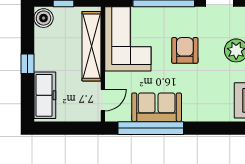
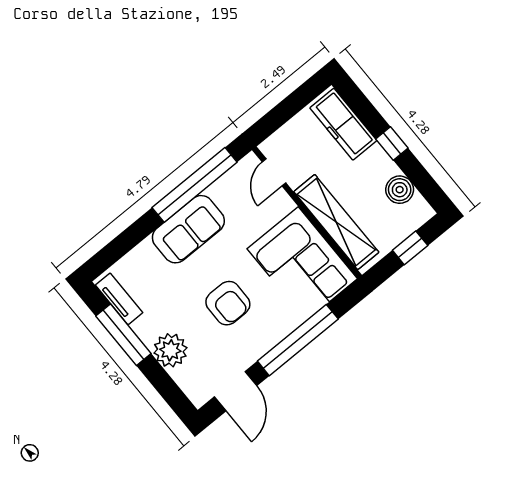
boiler: (44, 18) -> (400, 190), moved
sofa: (157, 107) -> (188, 229), moved

